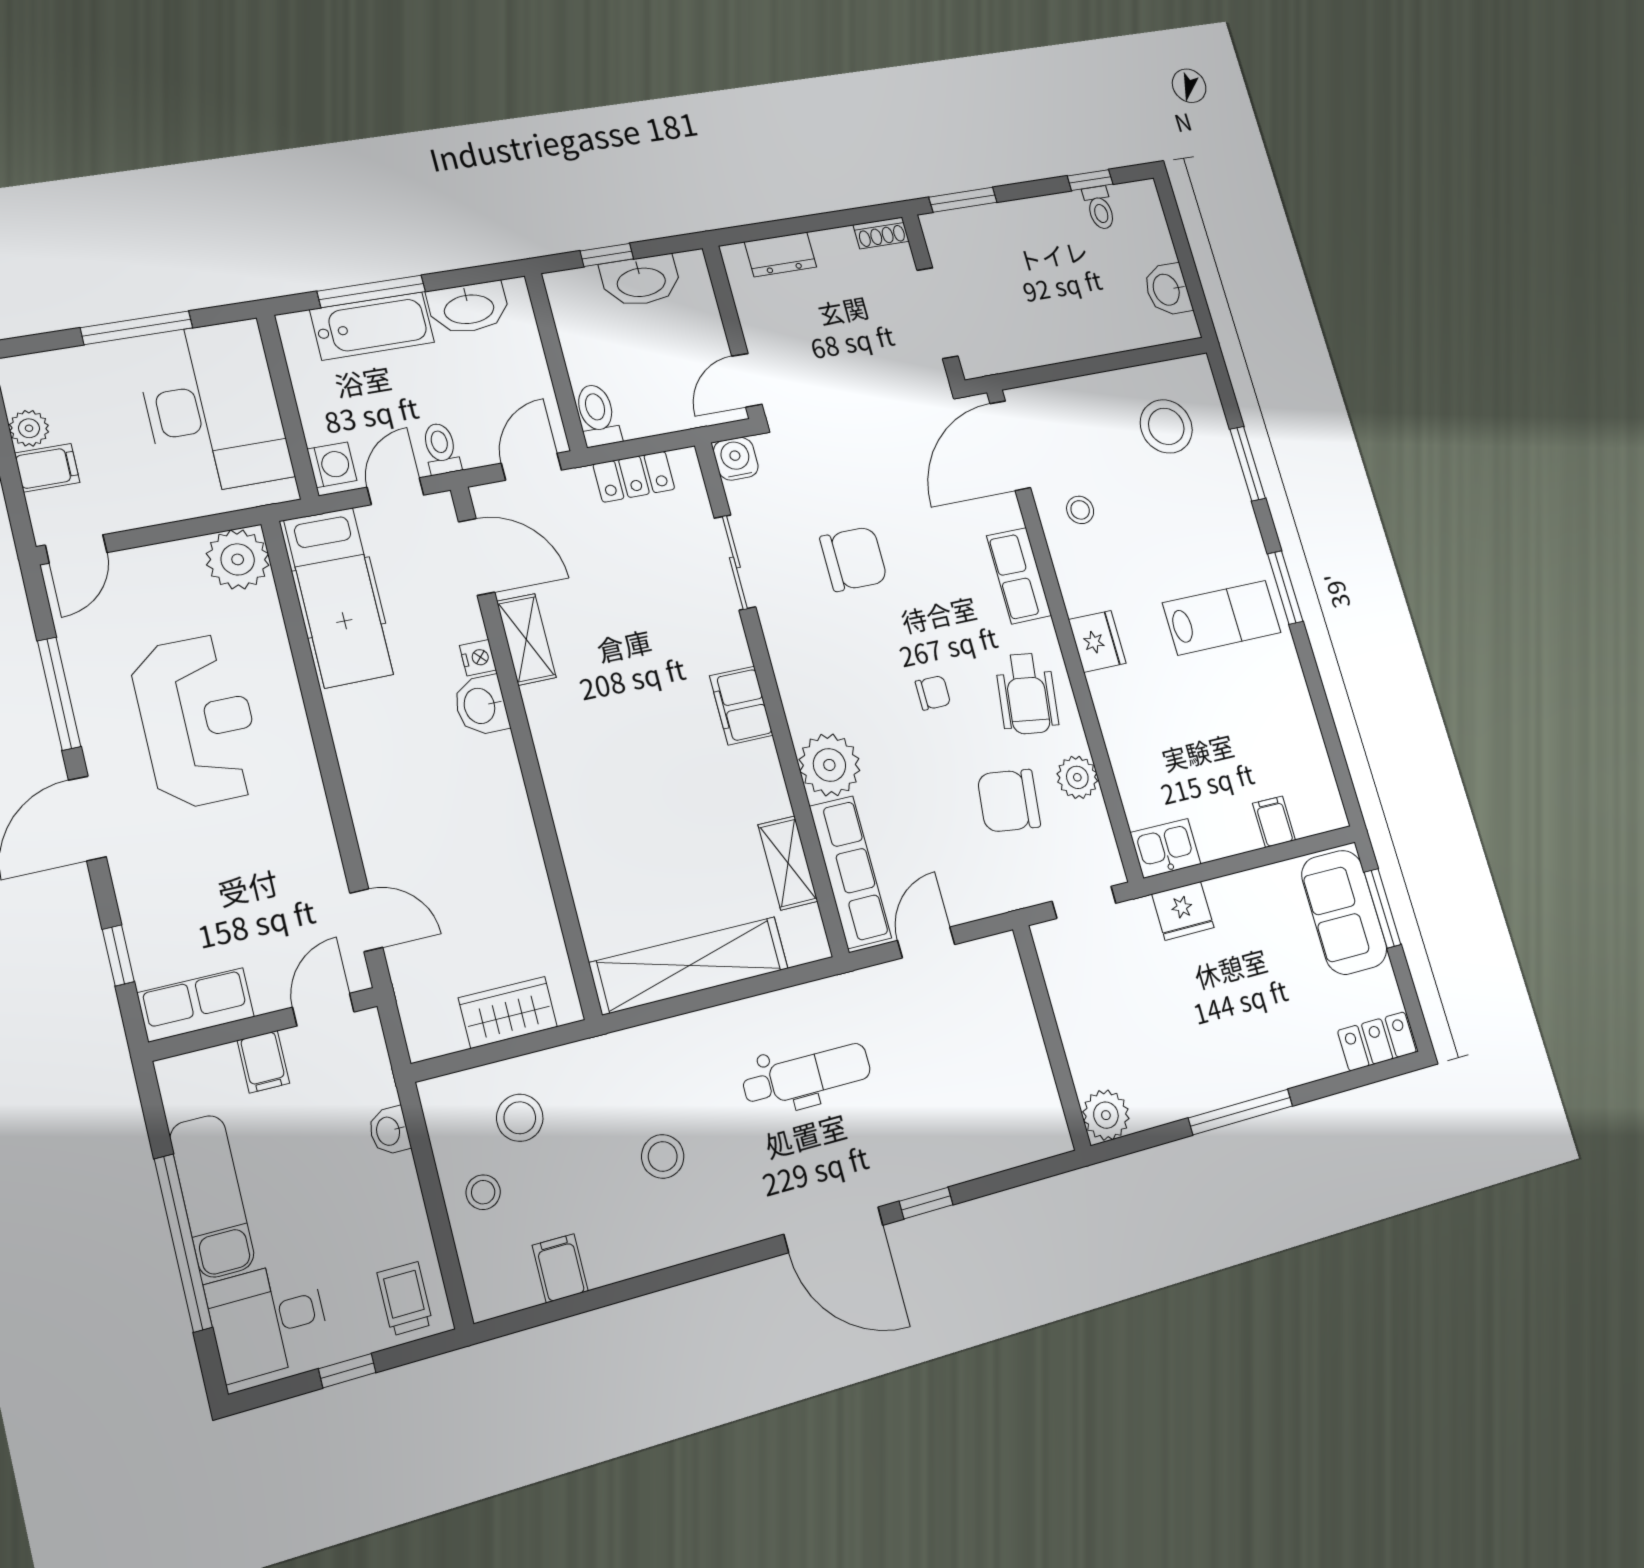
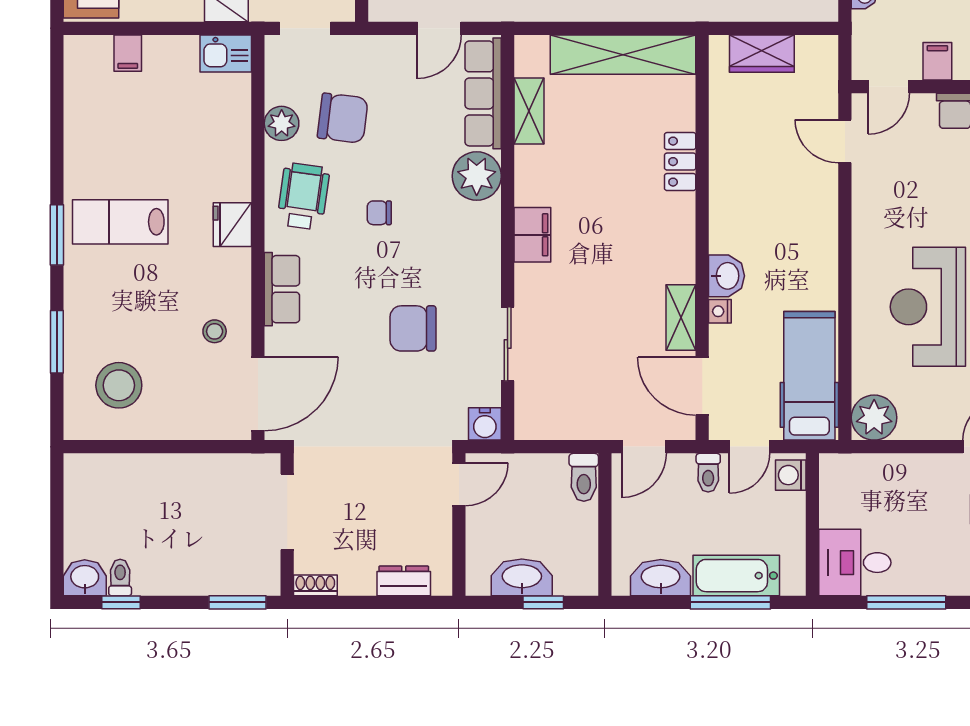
washbasin: (1167, 289) -> (85, 578), moved, turned -90
desk: (213, 407) -> (855, 563), width x0.53, depth x0.77
locker: (634, 477) -> (680, 162), moved, turned -90

